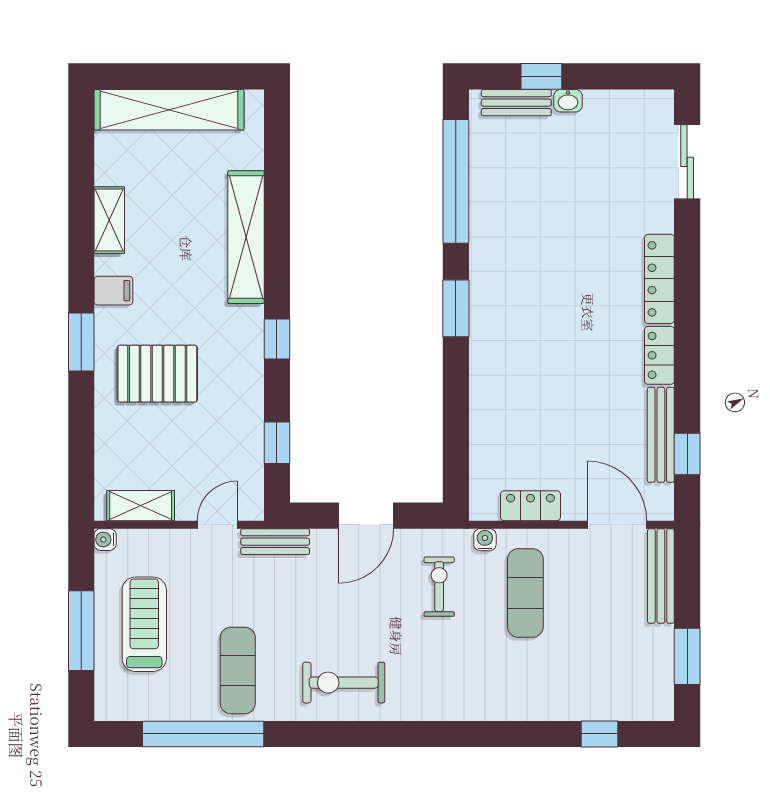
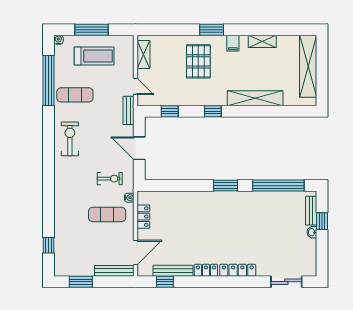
water cooler: (105, 540) -> (58, 40), moved

